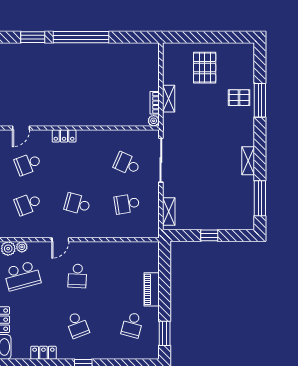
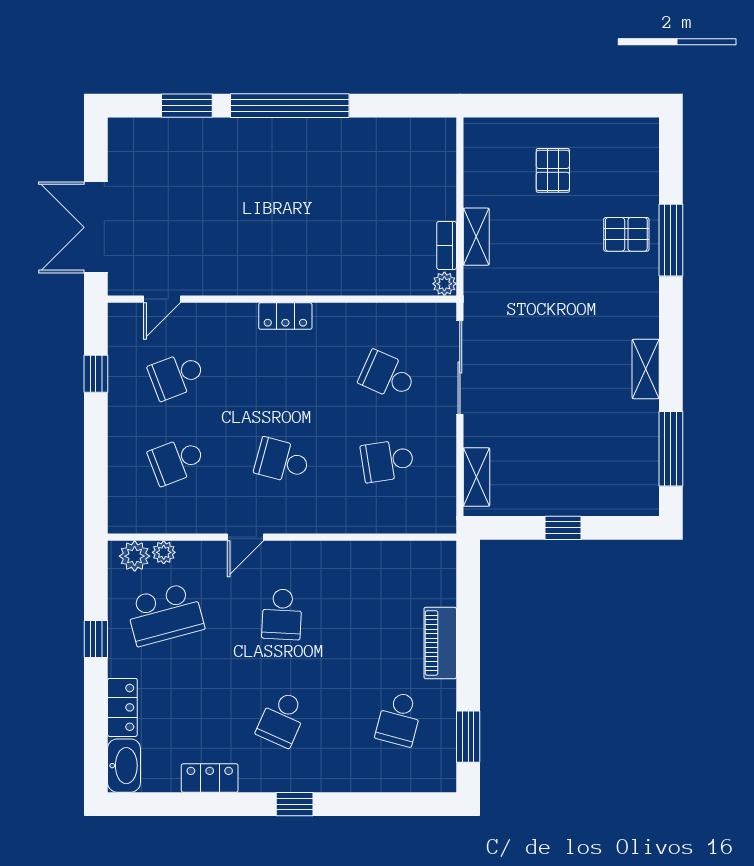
pallet: (205, 68) -> (553, 170), width x0.67, depth x0.71
locker: (64, 136) -> (285, 316), moved
school desk: (77, 325) -> (282, 719), turned 45

